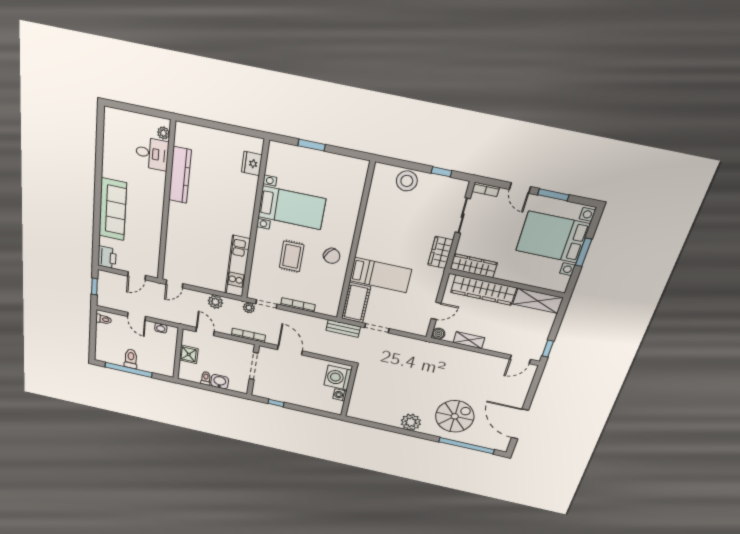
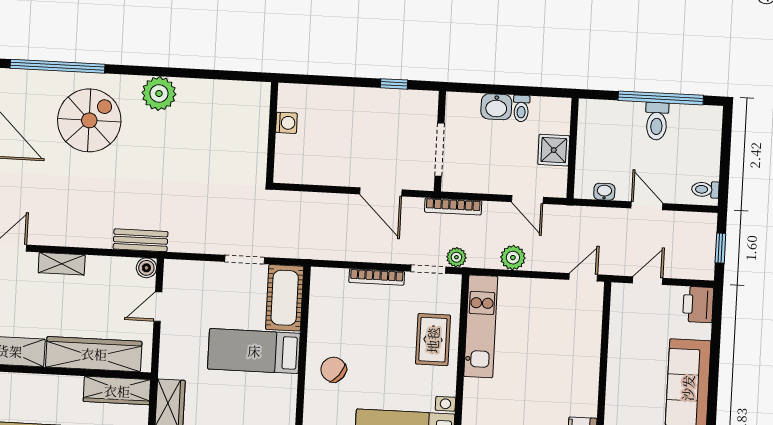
rug: (292, 256) -> (433, 340), moved
bench: (343, 329) -> (141, 240), moved
shelving: (469, 340) -> (62, 264), moved
washing machine: (338, 378) -> (295, 156), removed
spiral stairs: (455, 416) -> (89, 120), turned 180

